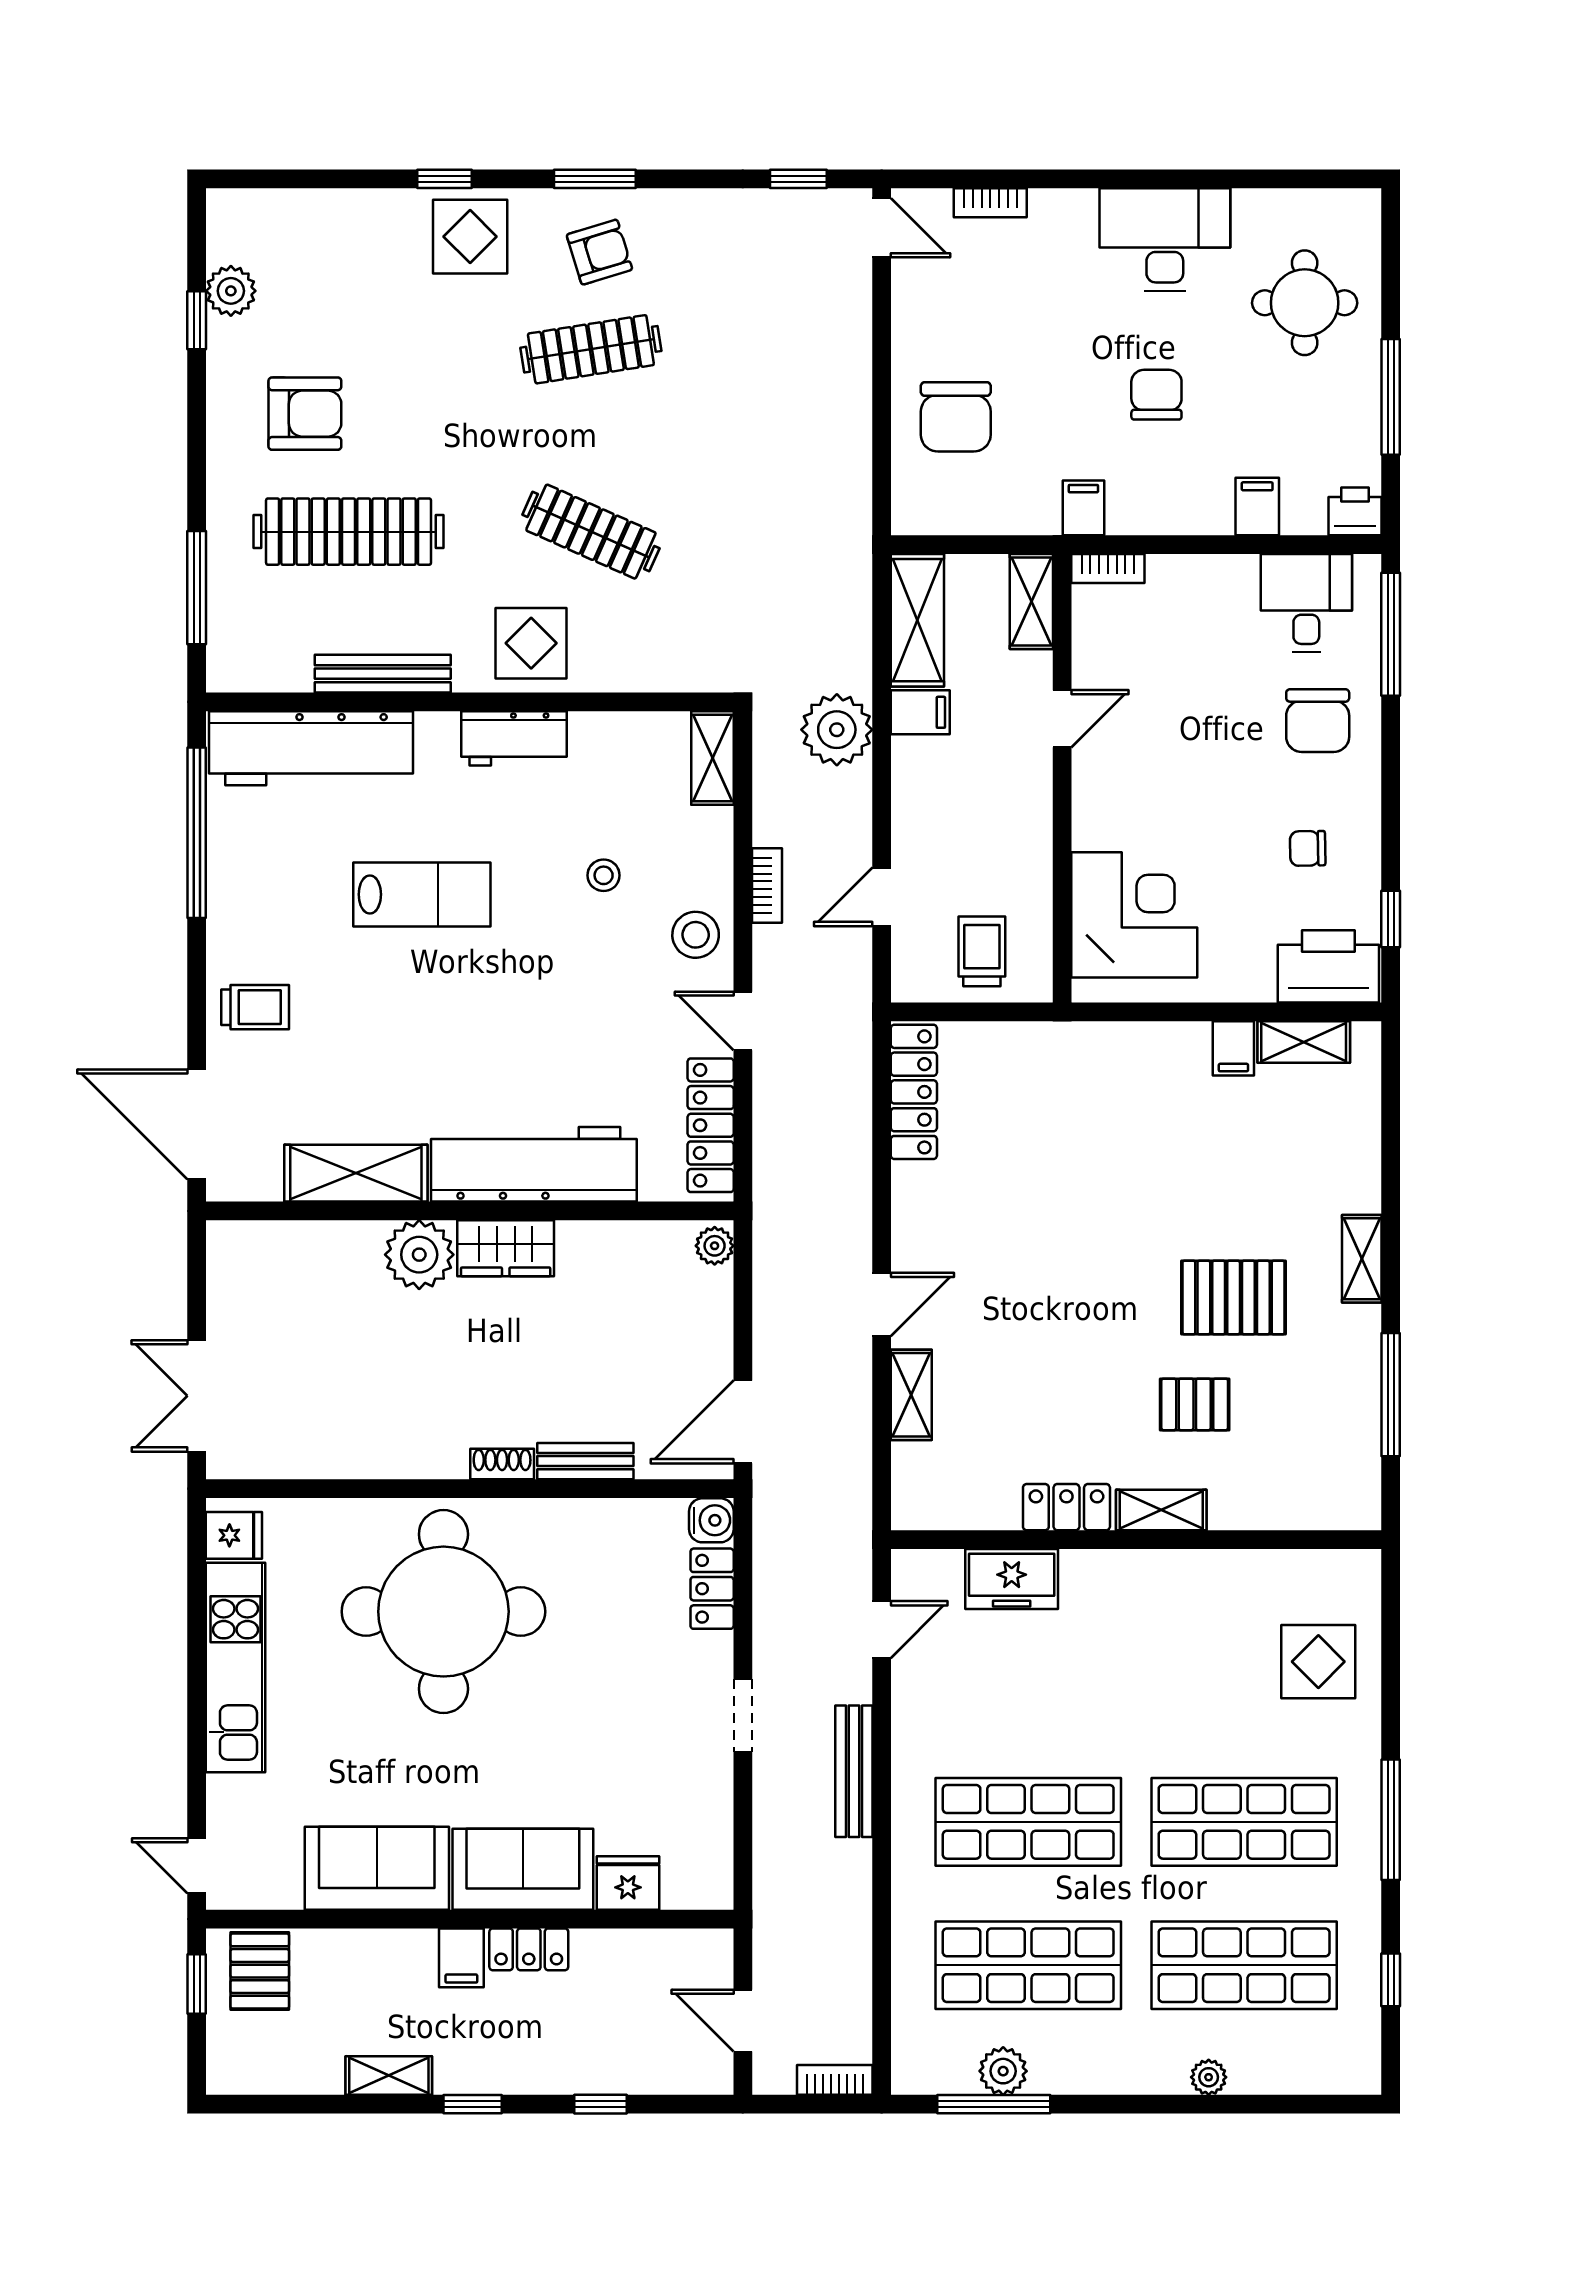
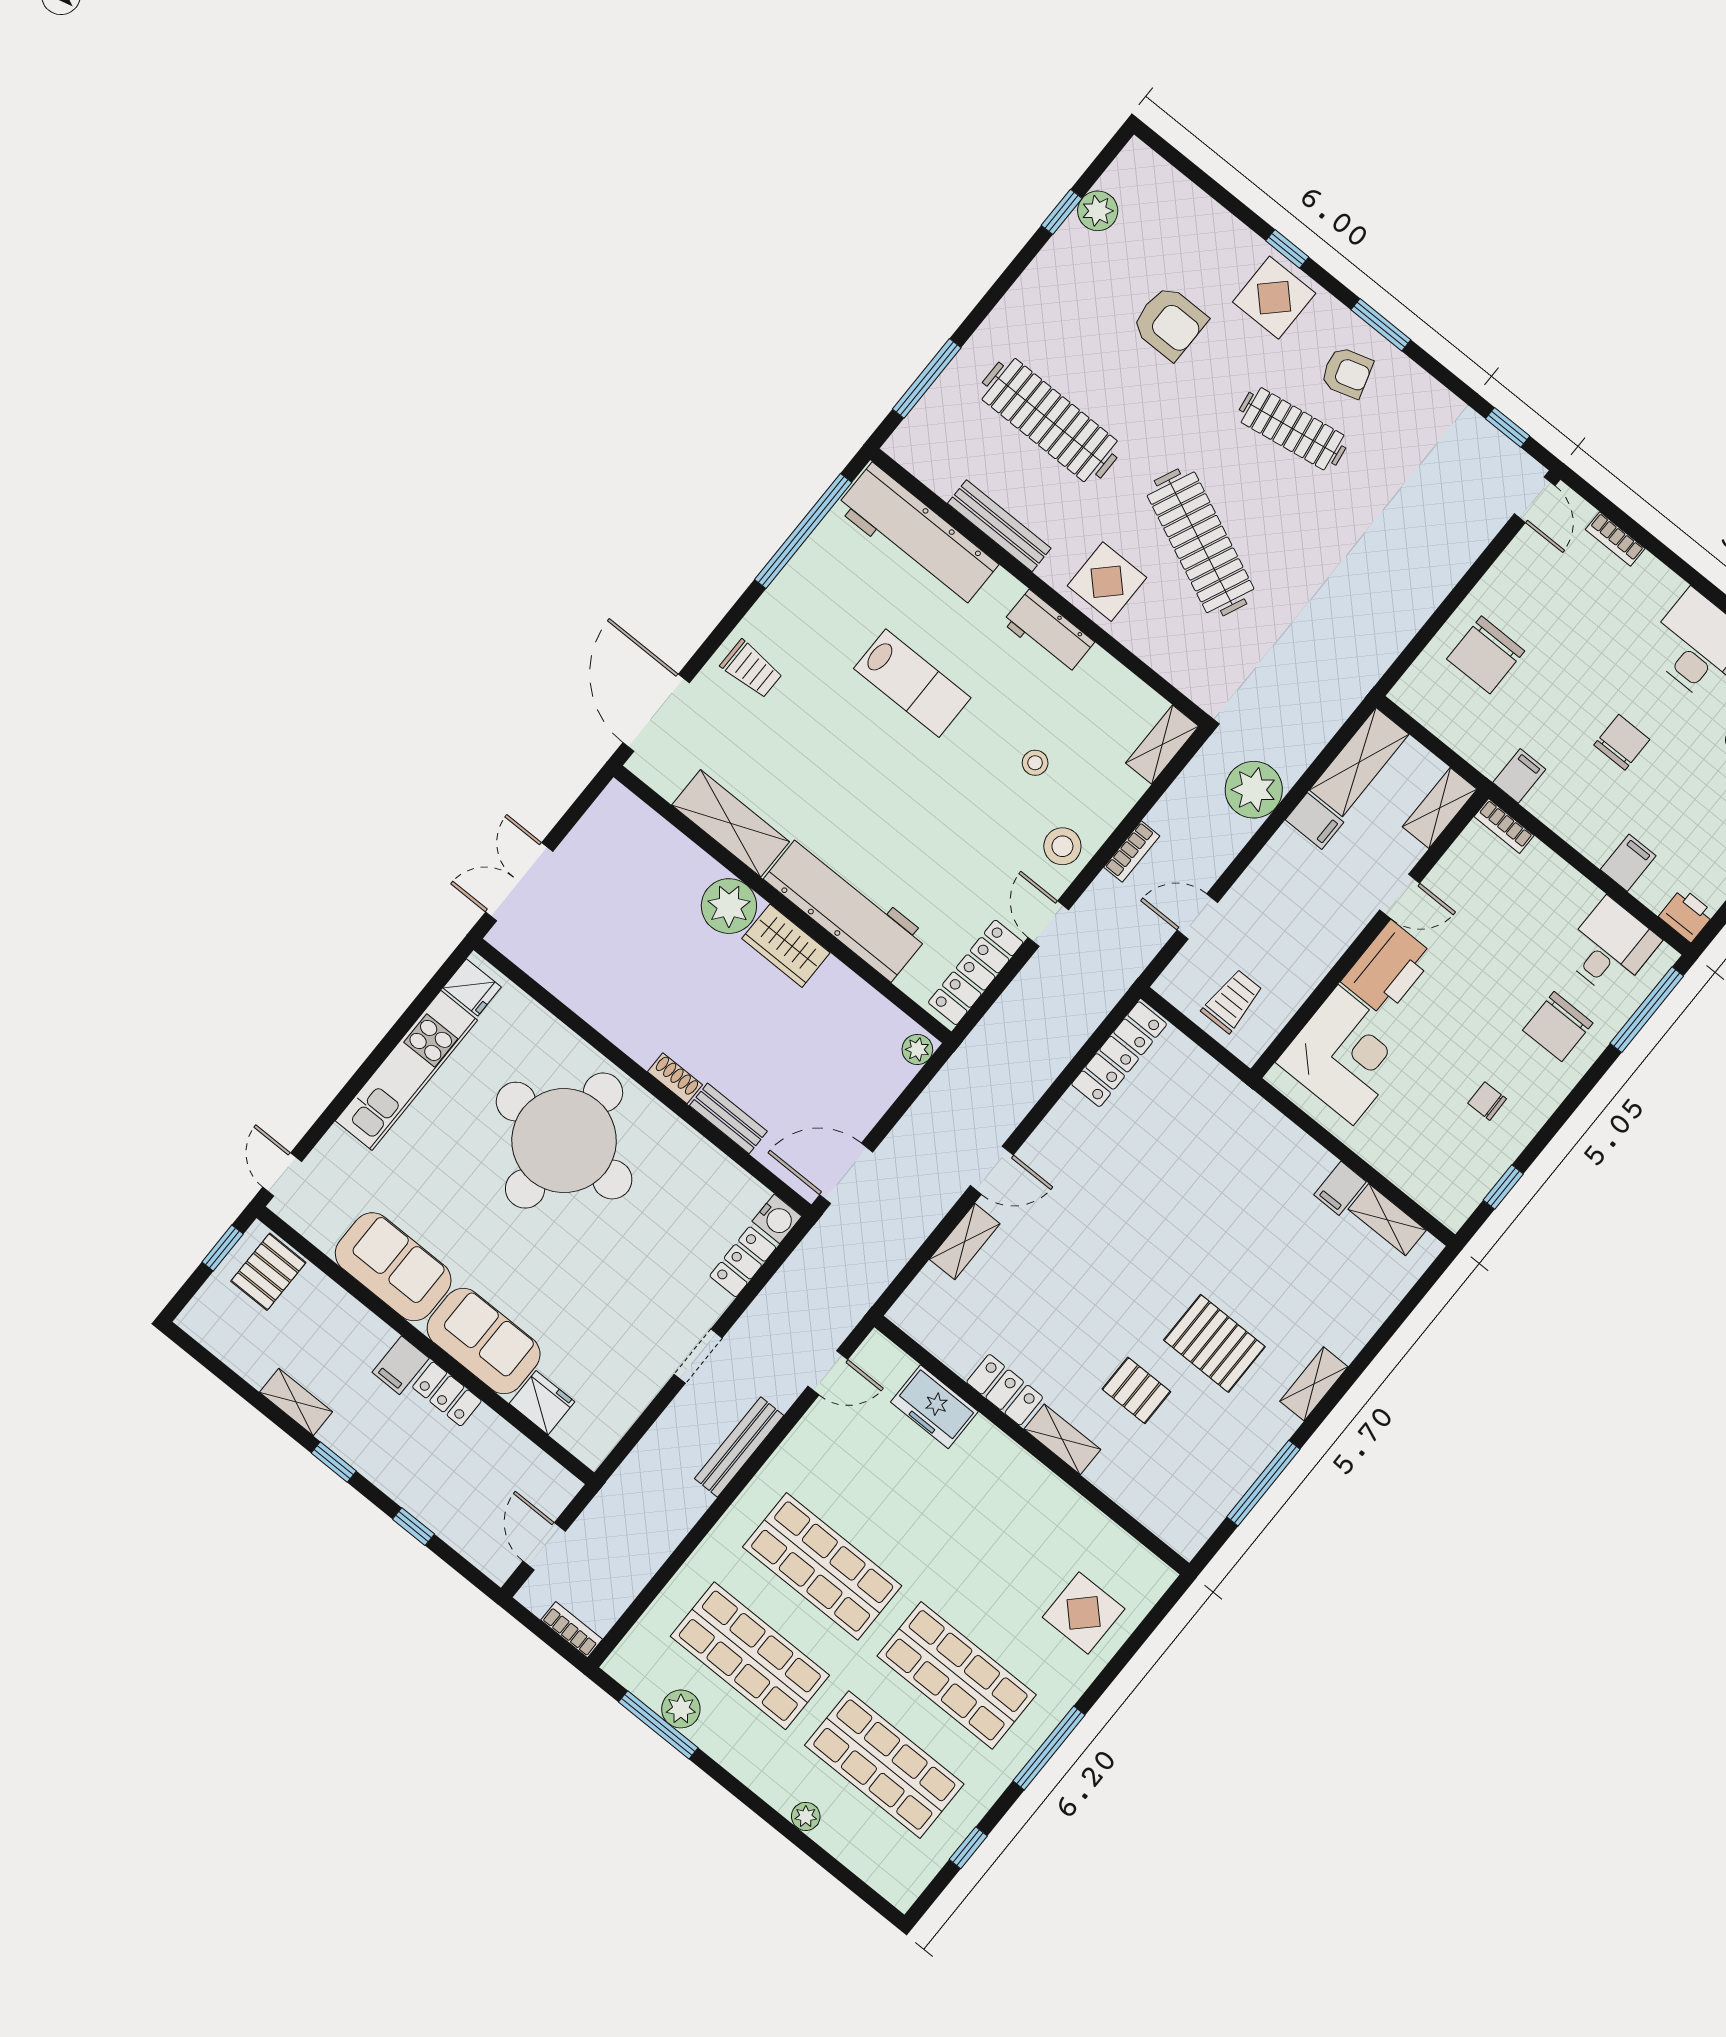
armchair: (305, 414) -> (1169, 323), moved
clothes rail: (591, 532) -> (1201, 542), width x1.37, depth x1.31
printer: (1328, 966) -> (1388, 969), moved, turned 90

